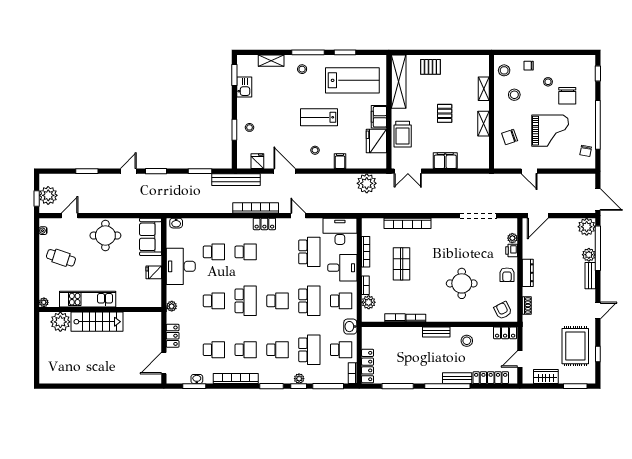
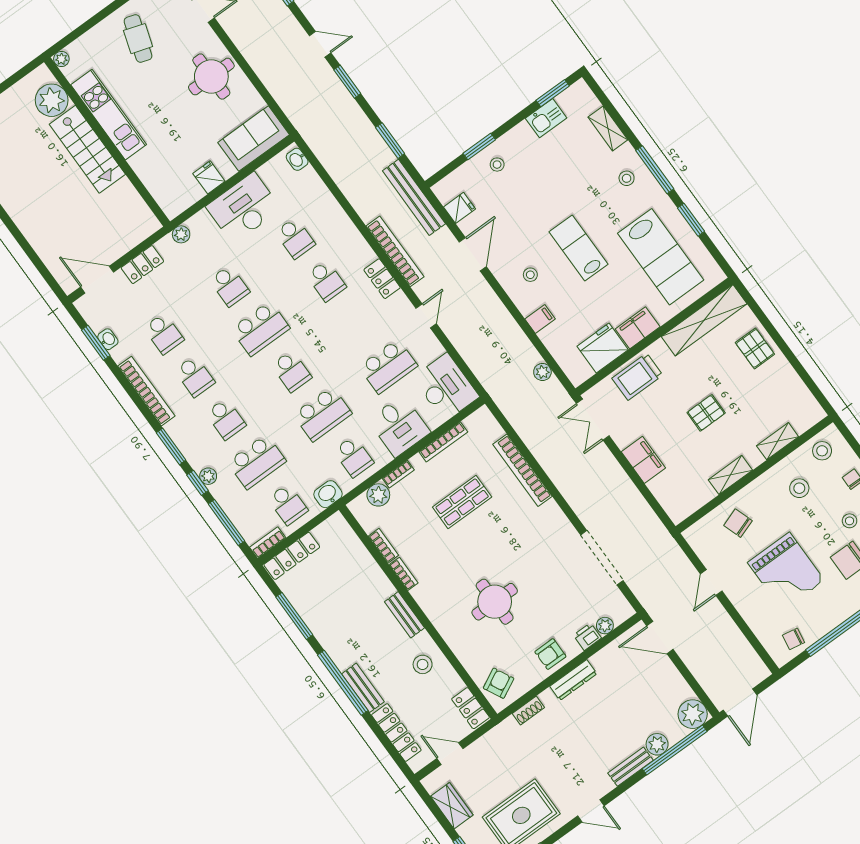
plant: (367, 183) -> (542, 372), width x0.53, depth x0.53

